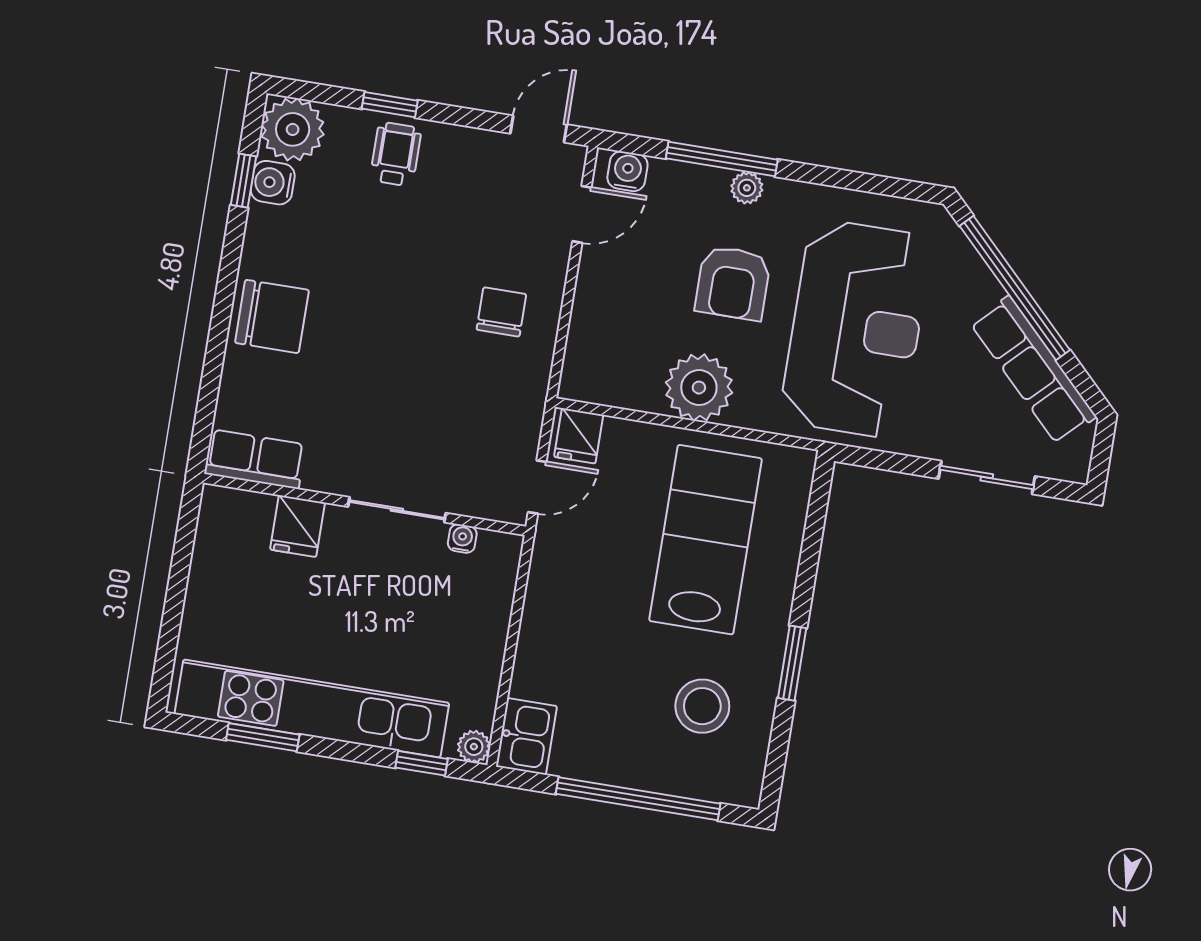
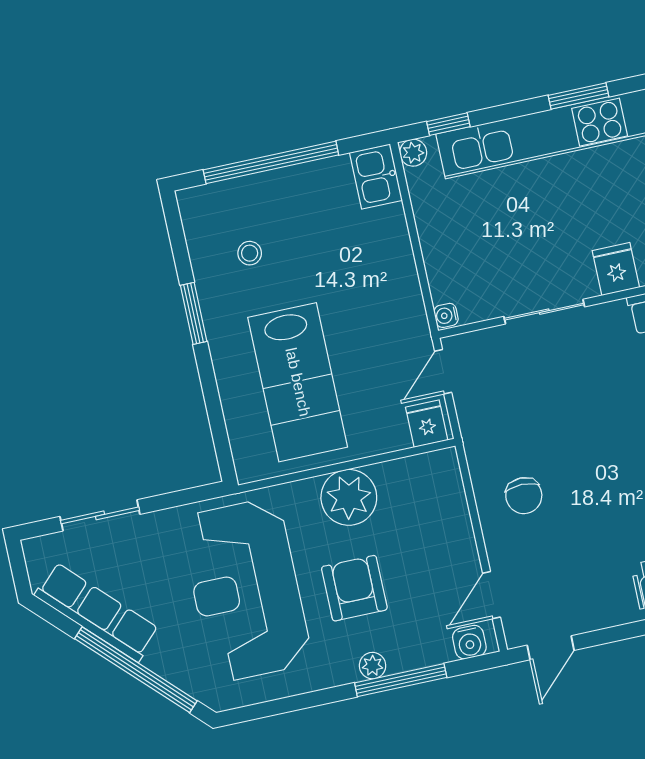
water cooler: (462, 539) -> (446, 315), moved, turned 90
stool: (702, 706) -> (250, 253), width x0.53, depth x0.53

